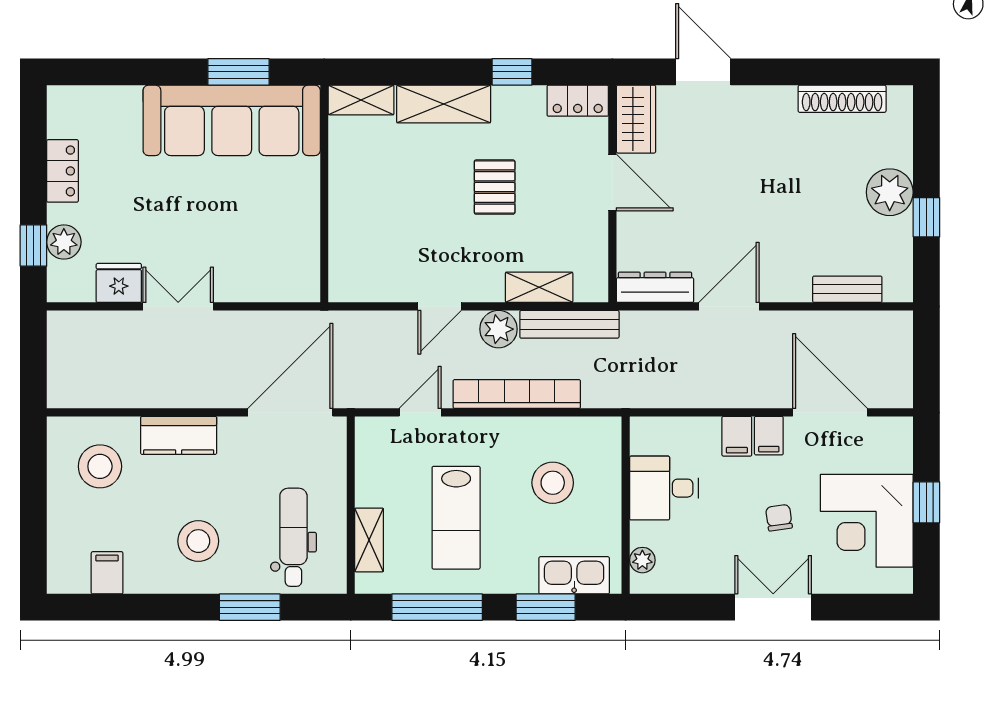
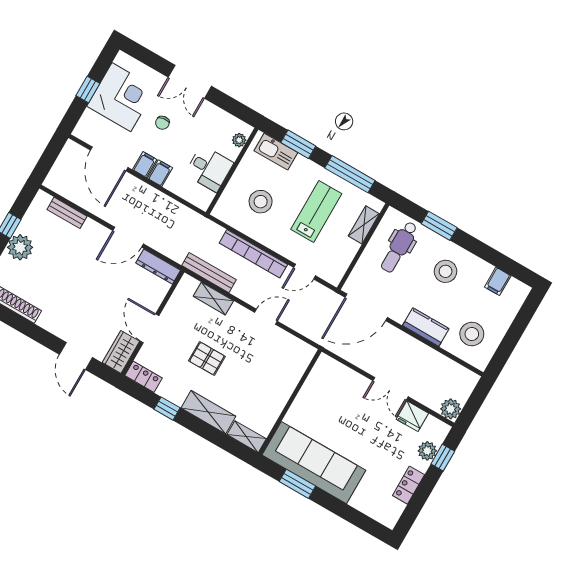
pallet: (495, 187) -> (207, 359), turned 90
plant: (499, 329) -> (451, 409), moved

